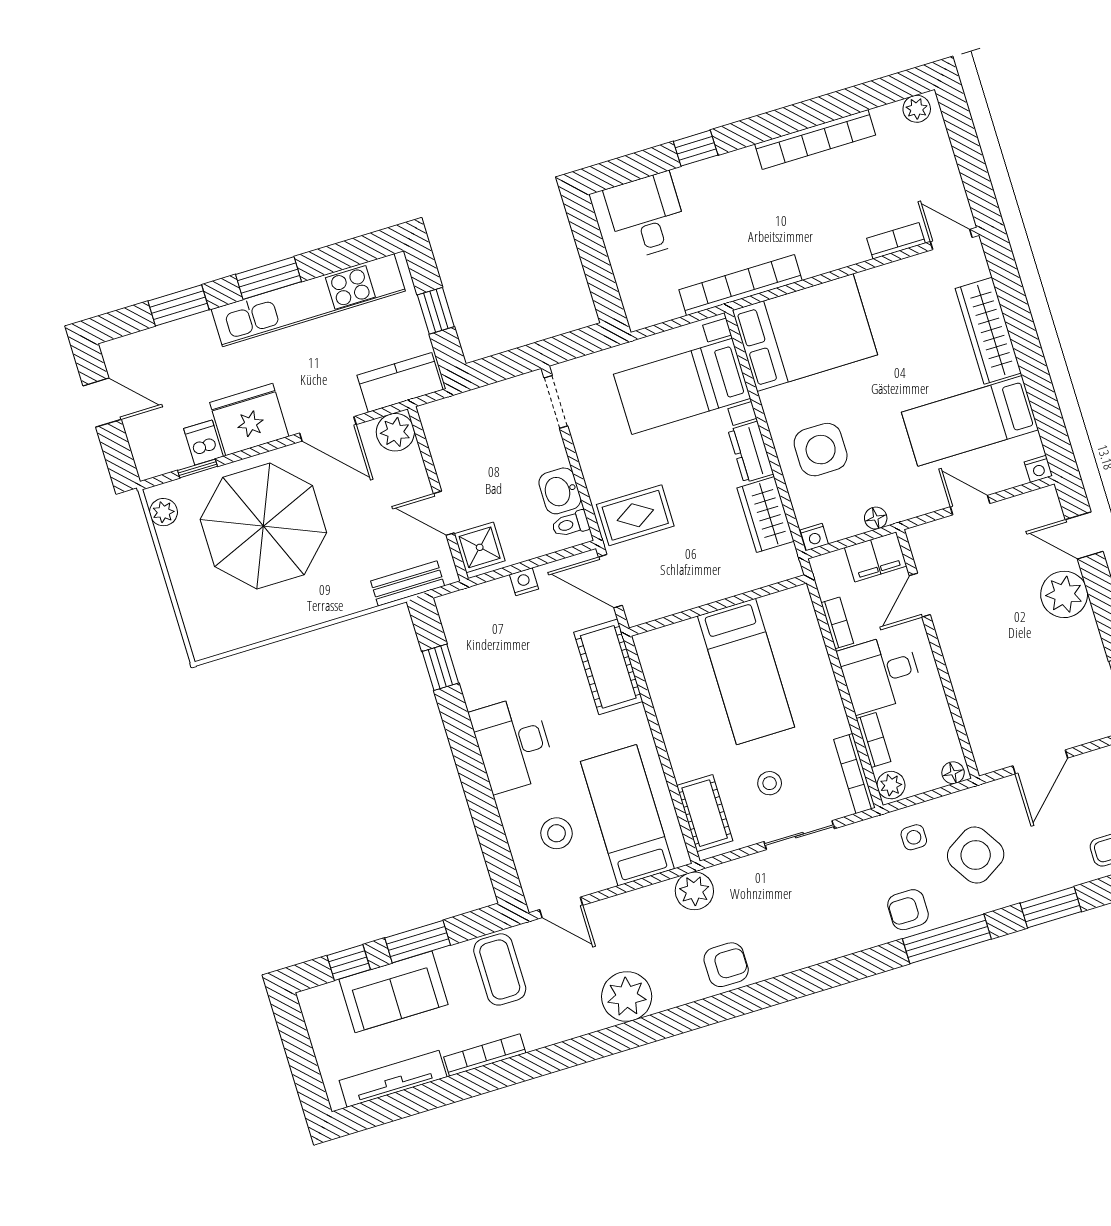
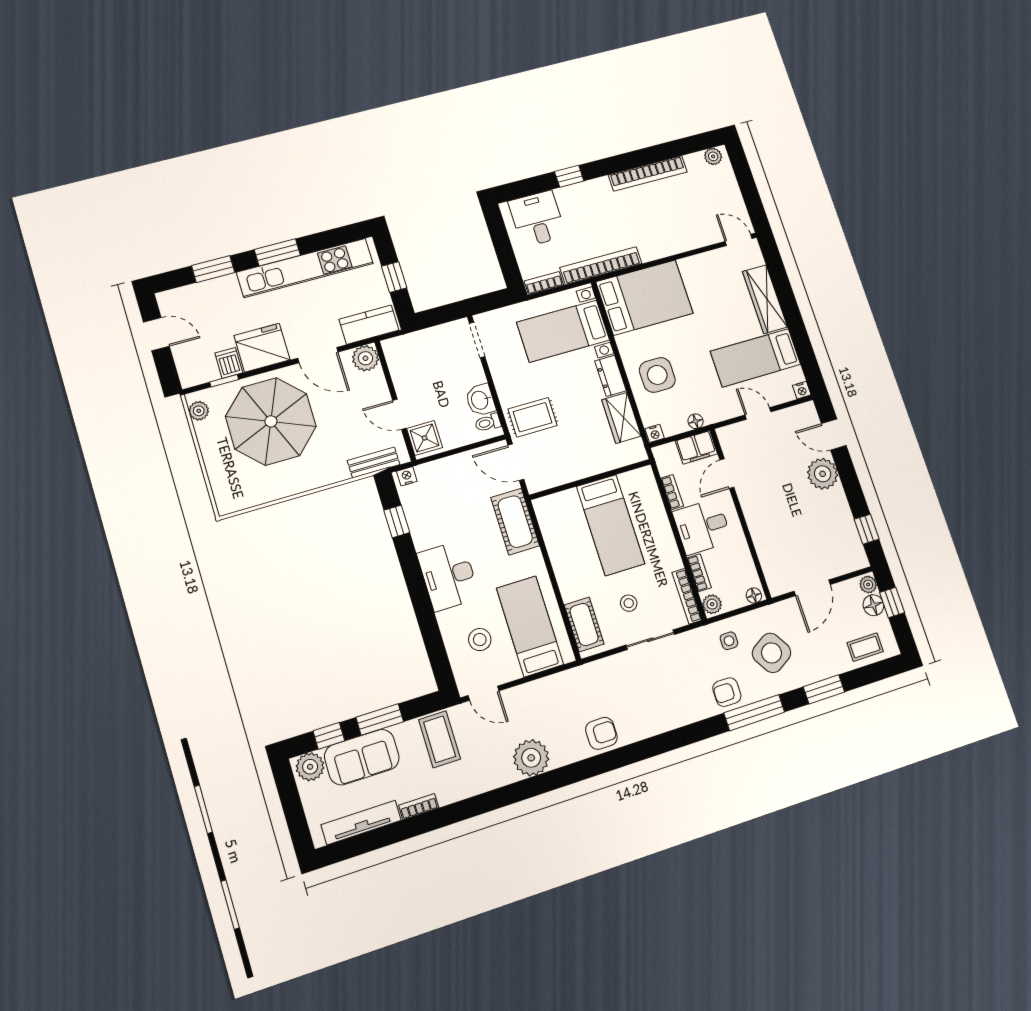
bookcase: (896, 241) -> (544, 283), moved
nightstand: (524, 582) -> (407, 476), moved
plant: (694, 891) -> (310, 767), moved
bookcase: (485, 1055) -> (419, 807), width x0.64

